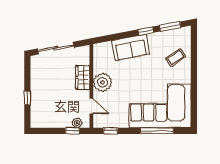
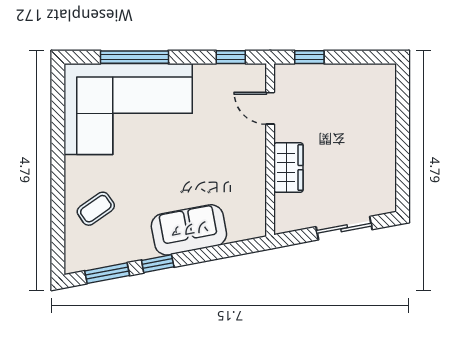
sliding door: (56, 48) -> (344, 228), width x0.73
plant: (103, 82) -> (247, 157), removed
window: (27, 98) -> (403, 125), removed
plant: (77, 123) -> (300, 74), removed

